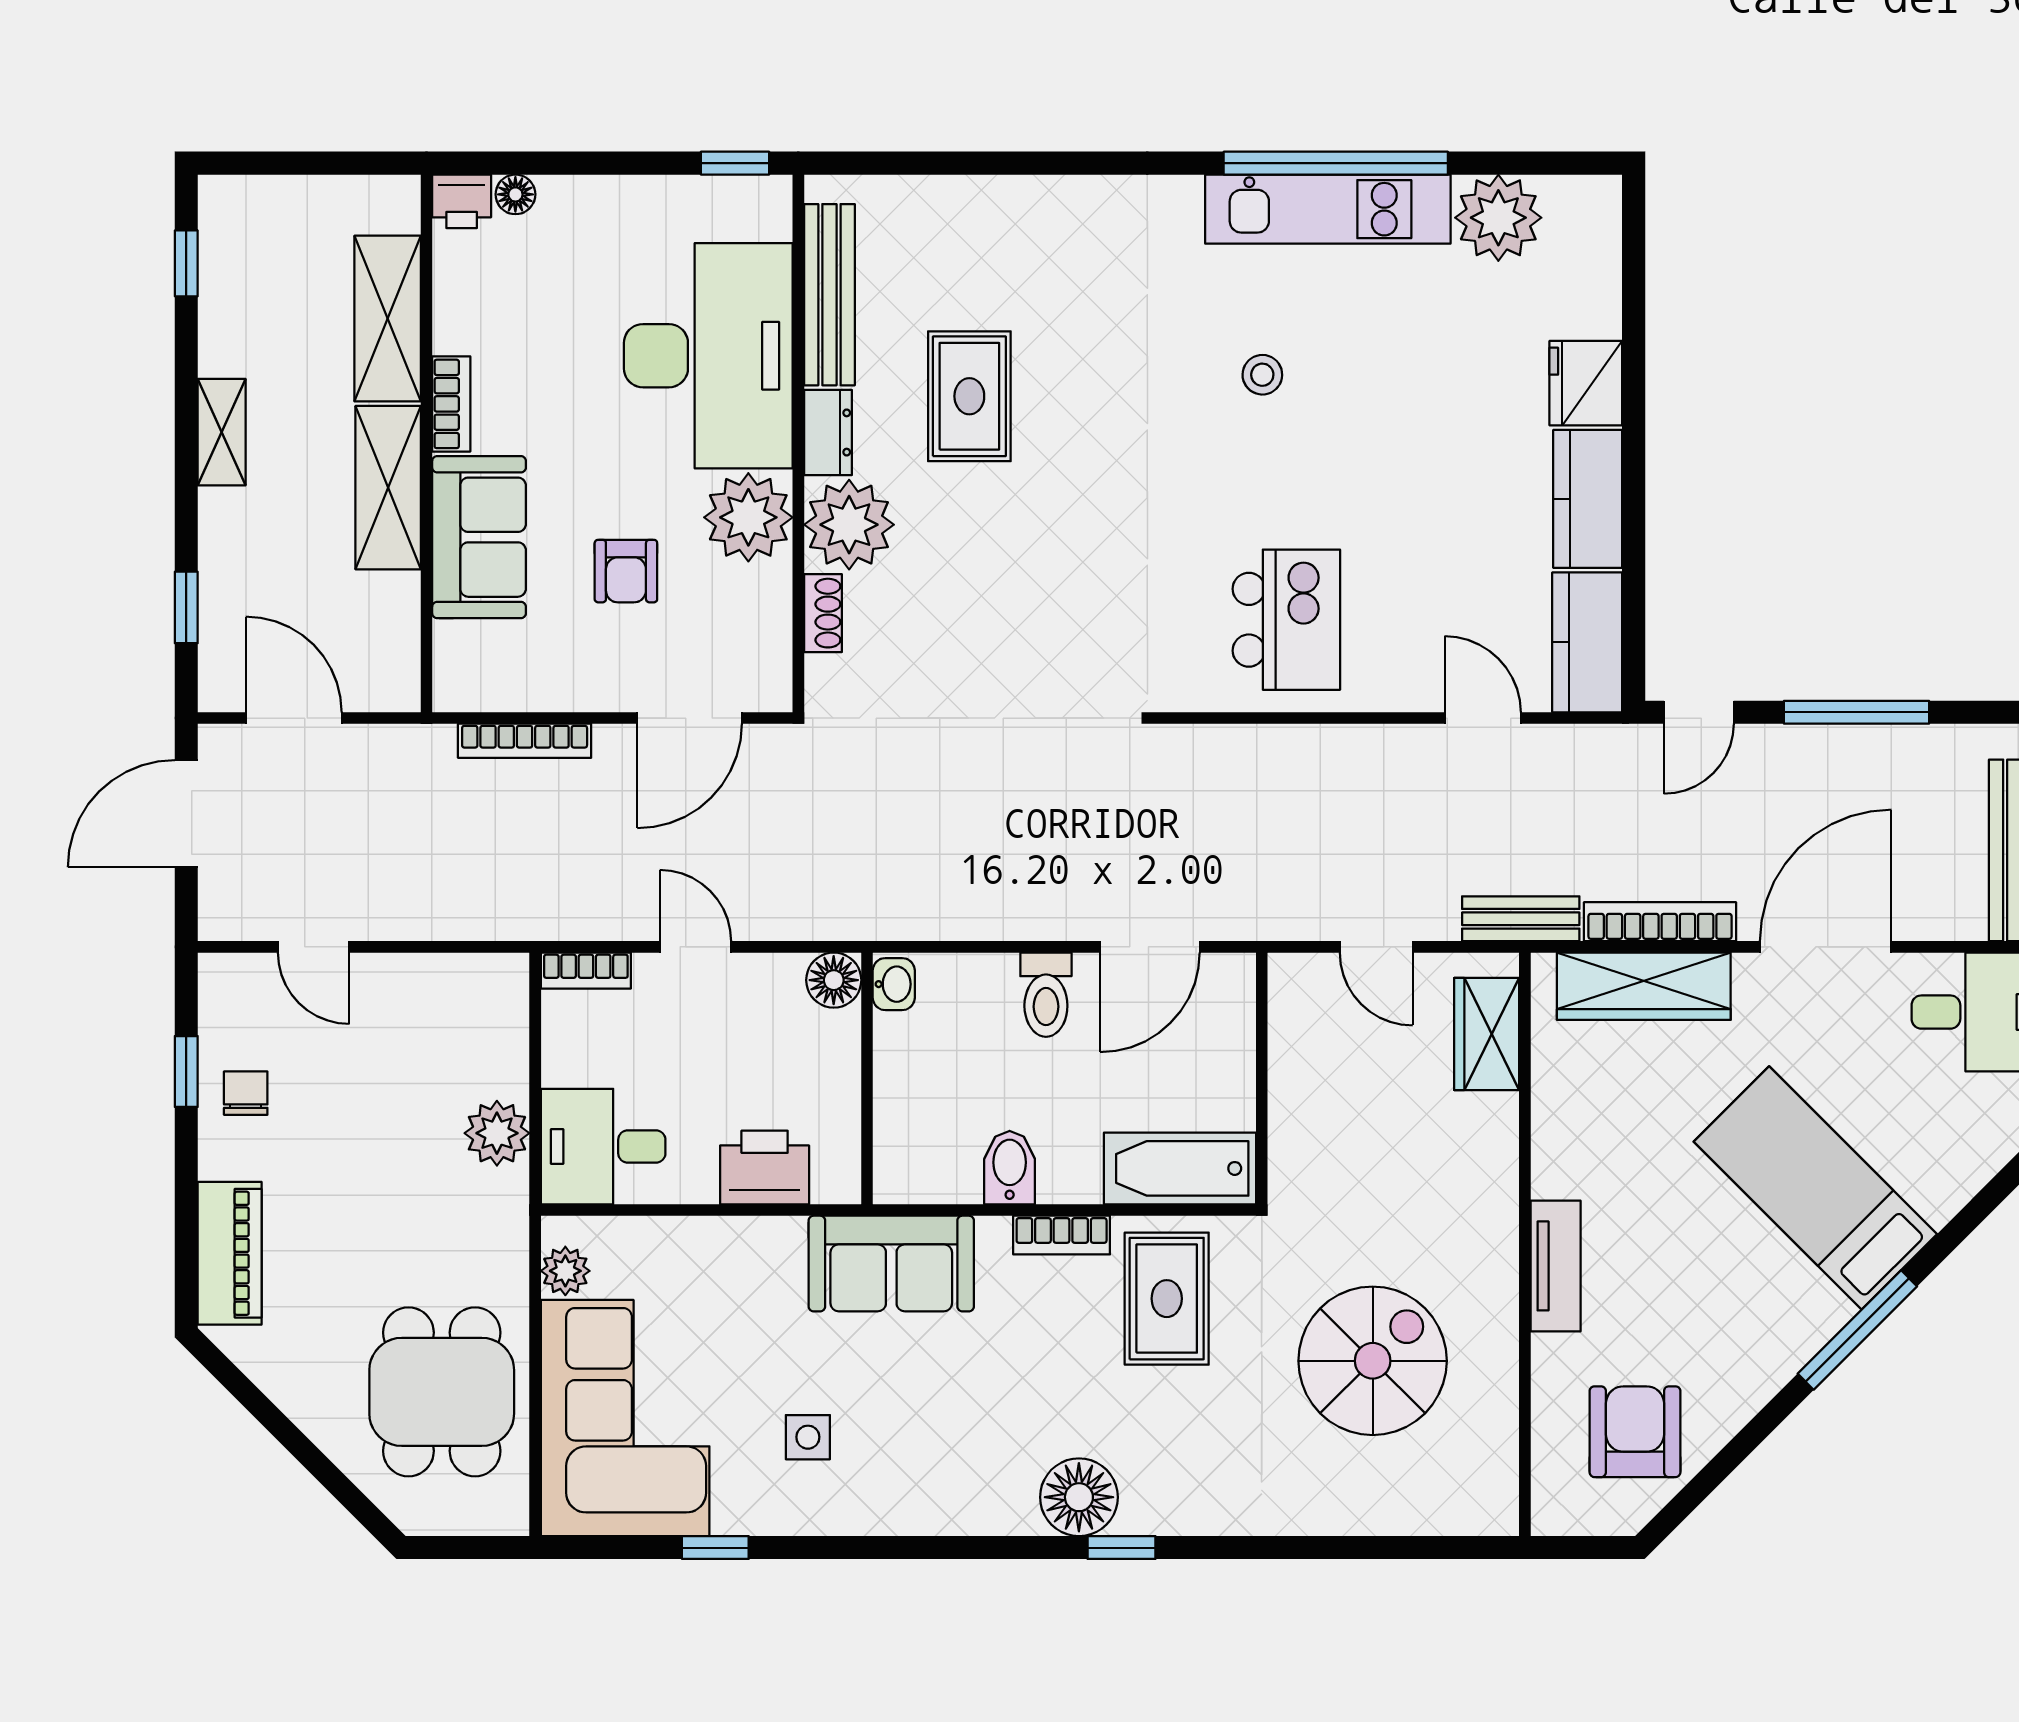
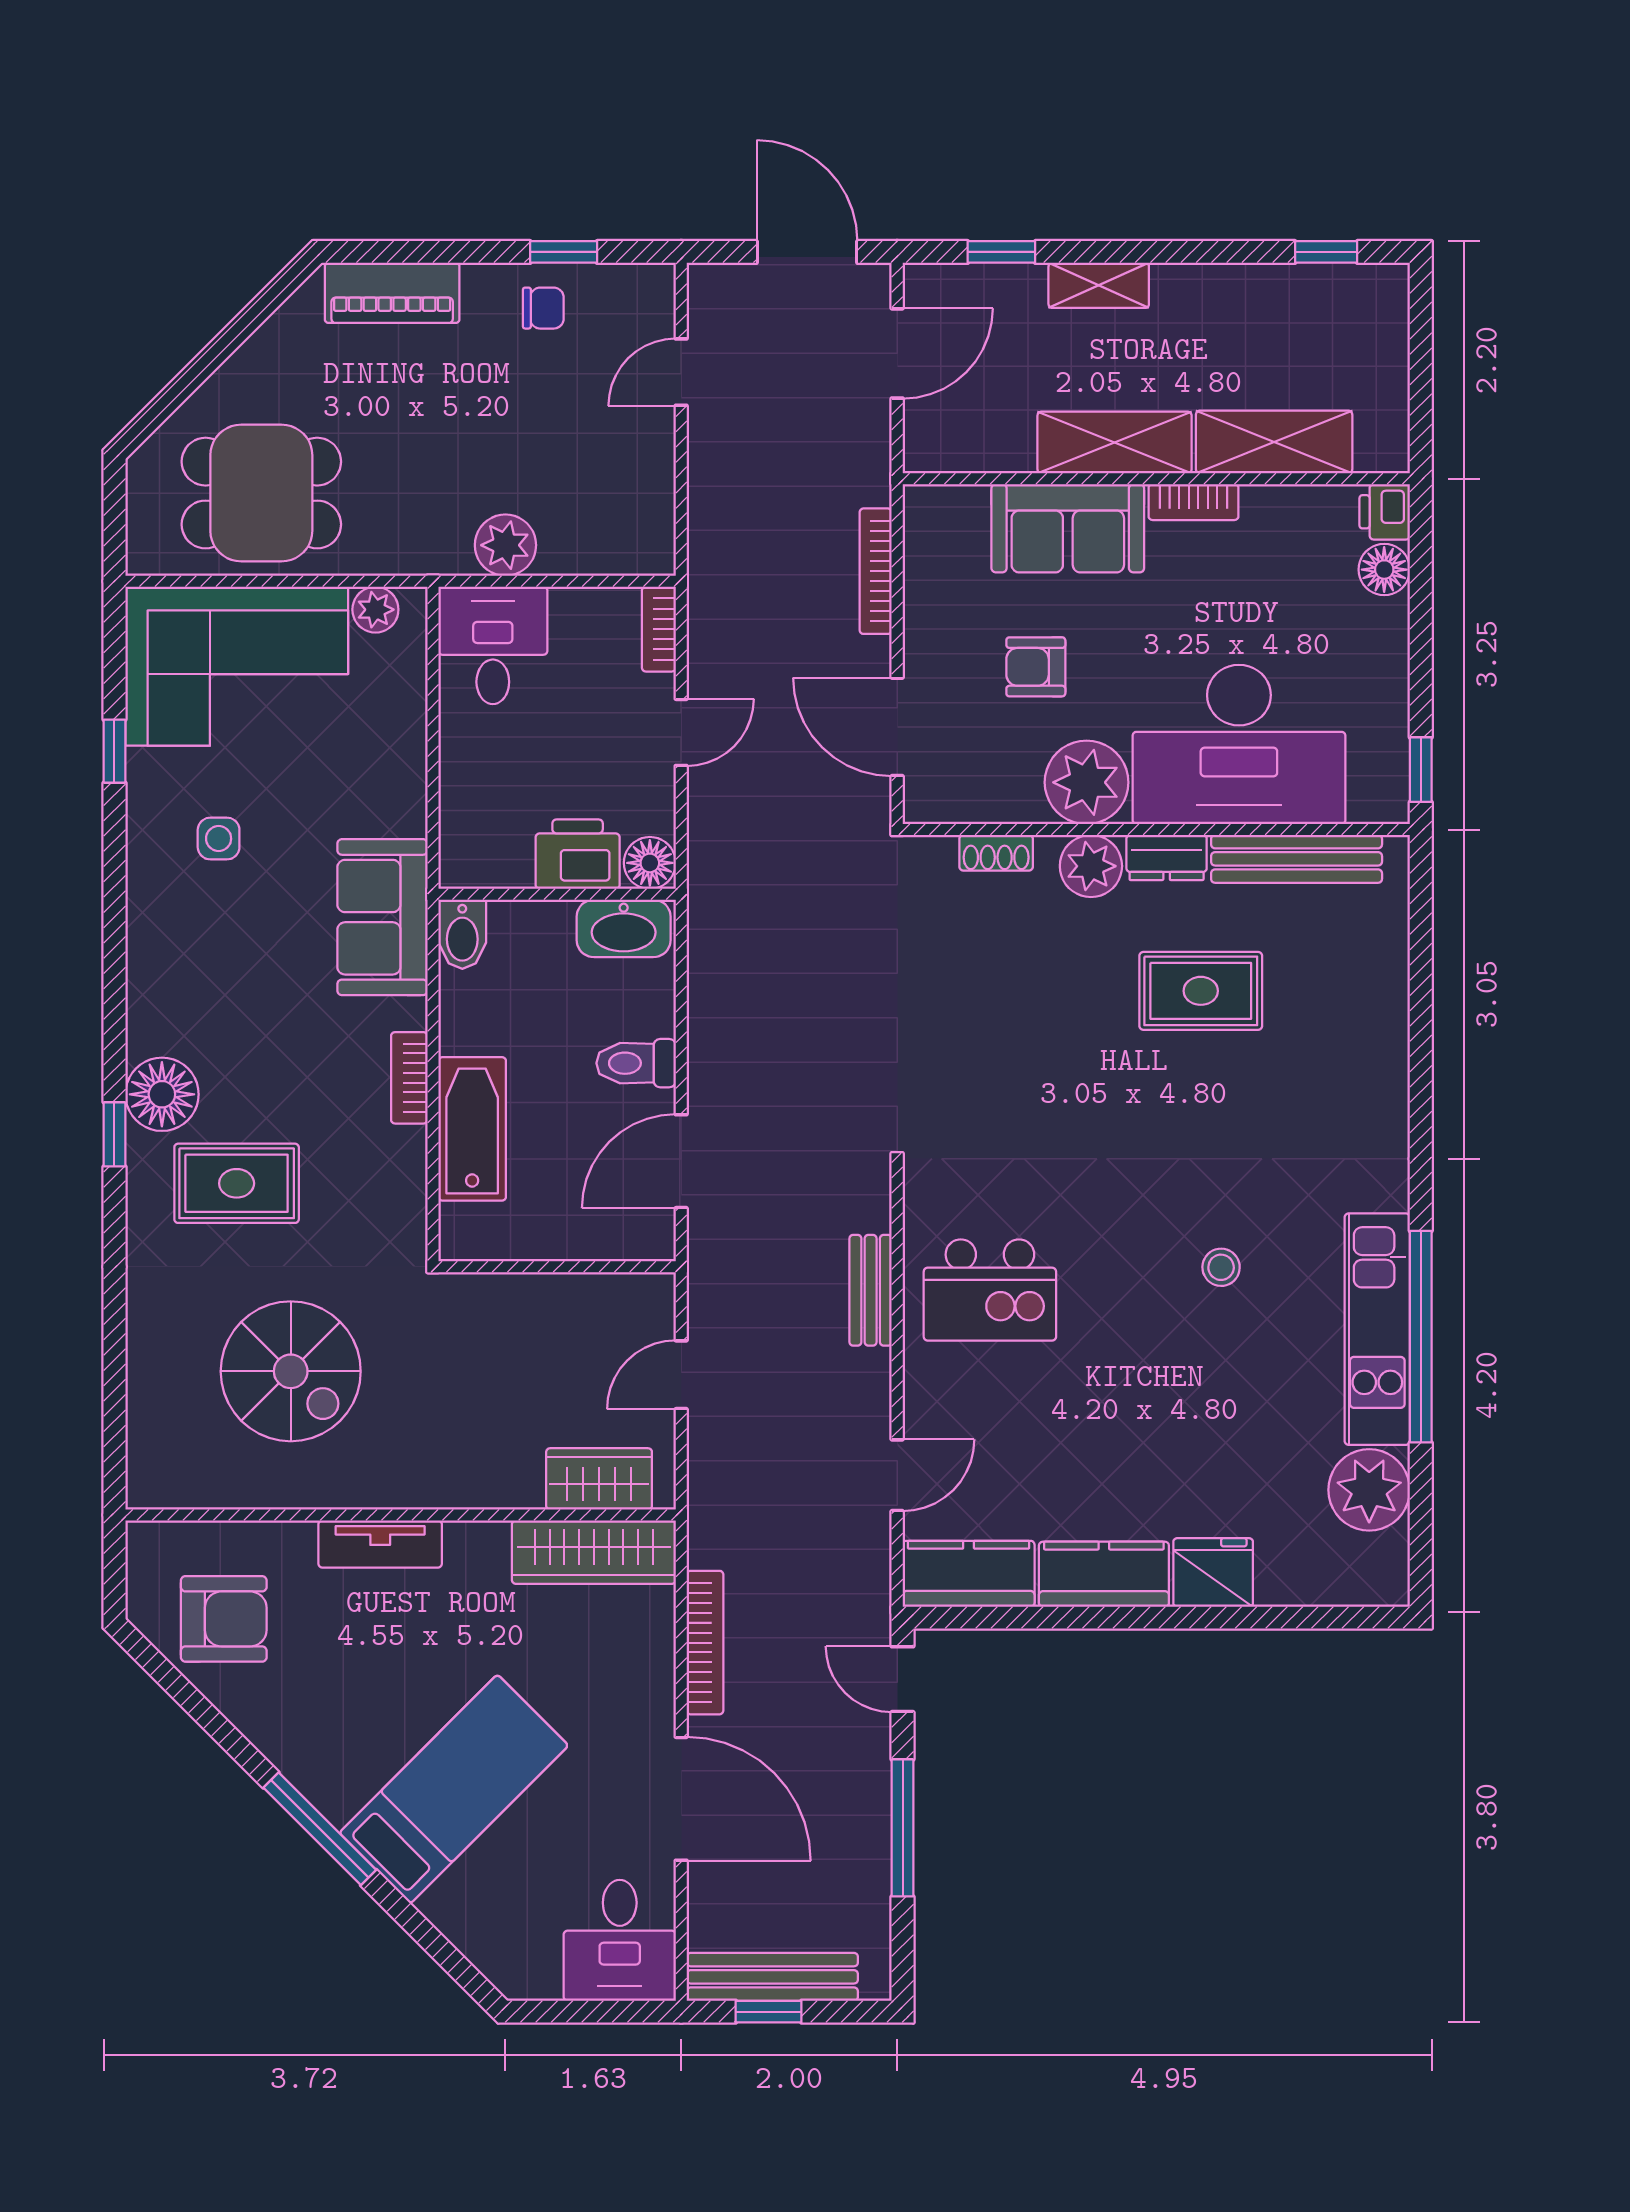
floor lamp: (515, 194) -> (1384, 570), width x1.37, depth x1.37
shelving: (222, 432) -> (1099, 285), moved
plant: (849, 525) -> (1091, 866), width x0.73, depth x0.73
bench: (1521, 919) -> (871, 1290), moved
door: (1150, 947) -> (681, 1161), hinge flipped
washbasin: (894, 984) -> (624, 928), width x1.91, depth x1.45
wardrobe: (1644, 986) -> (594, 1552), moved, turned -90
printer: (765, 1168) -> (578, 854), moved, turned -90
bidet: (1010, 1168) -> (462, 934), moved, turned 90
bathtub: (1180, 1168) -> (472, 1129), moved
rug: (1167, 1299) -> (237, 1183), moved

